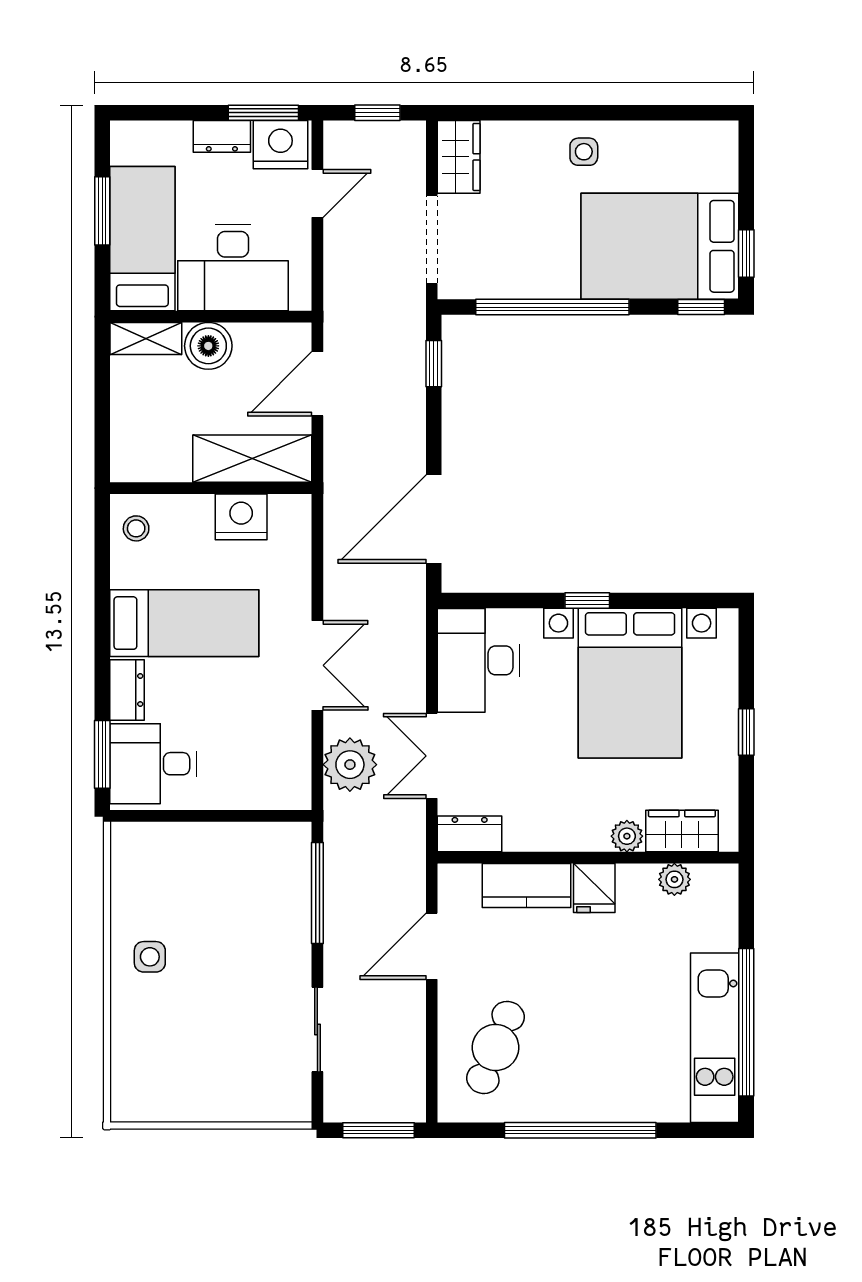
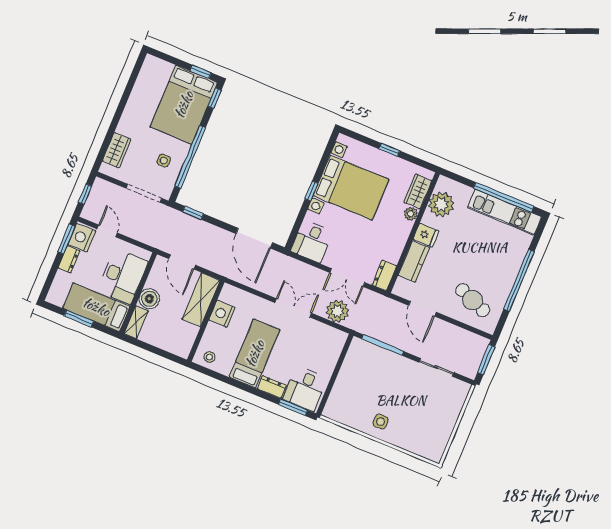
side table: (584, 152) -> (164, 161), moved
wardrobe: (459, 157) -> (117, 150), moved, turned 90
desk: (478, 660) -> (312, 241), width x0.73
plant: (674, 879) -> (441, 204), width x1.88, depth x1.88

